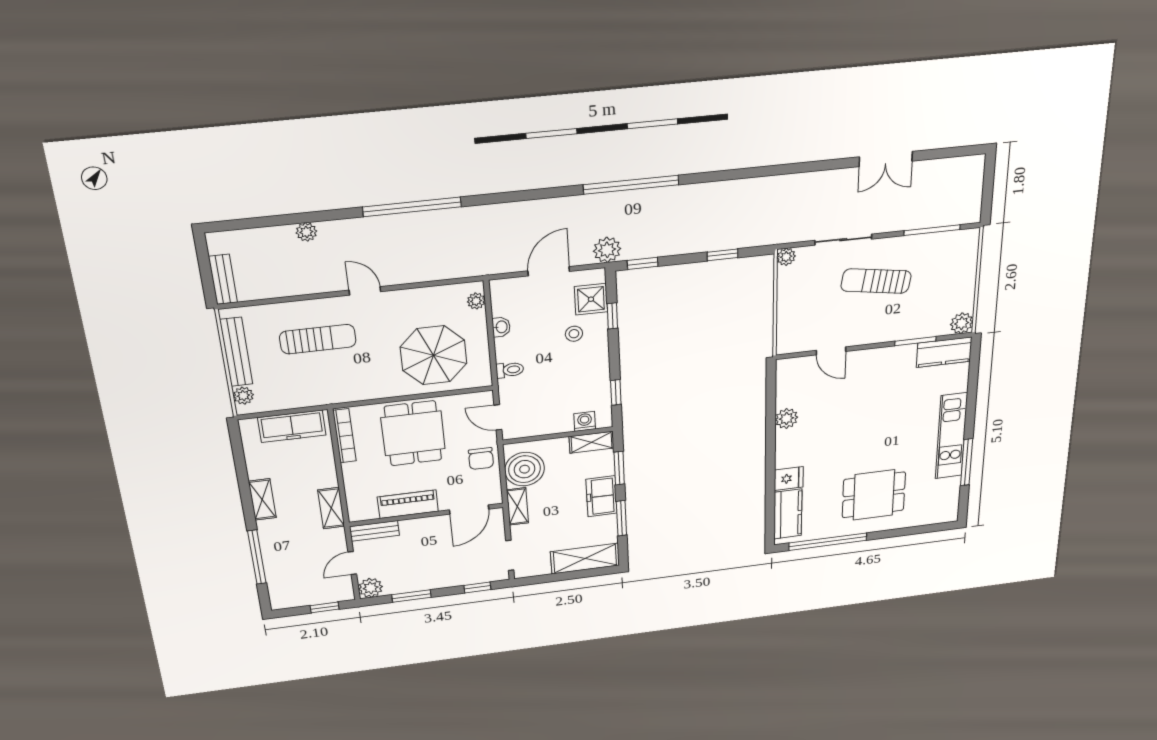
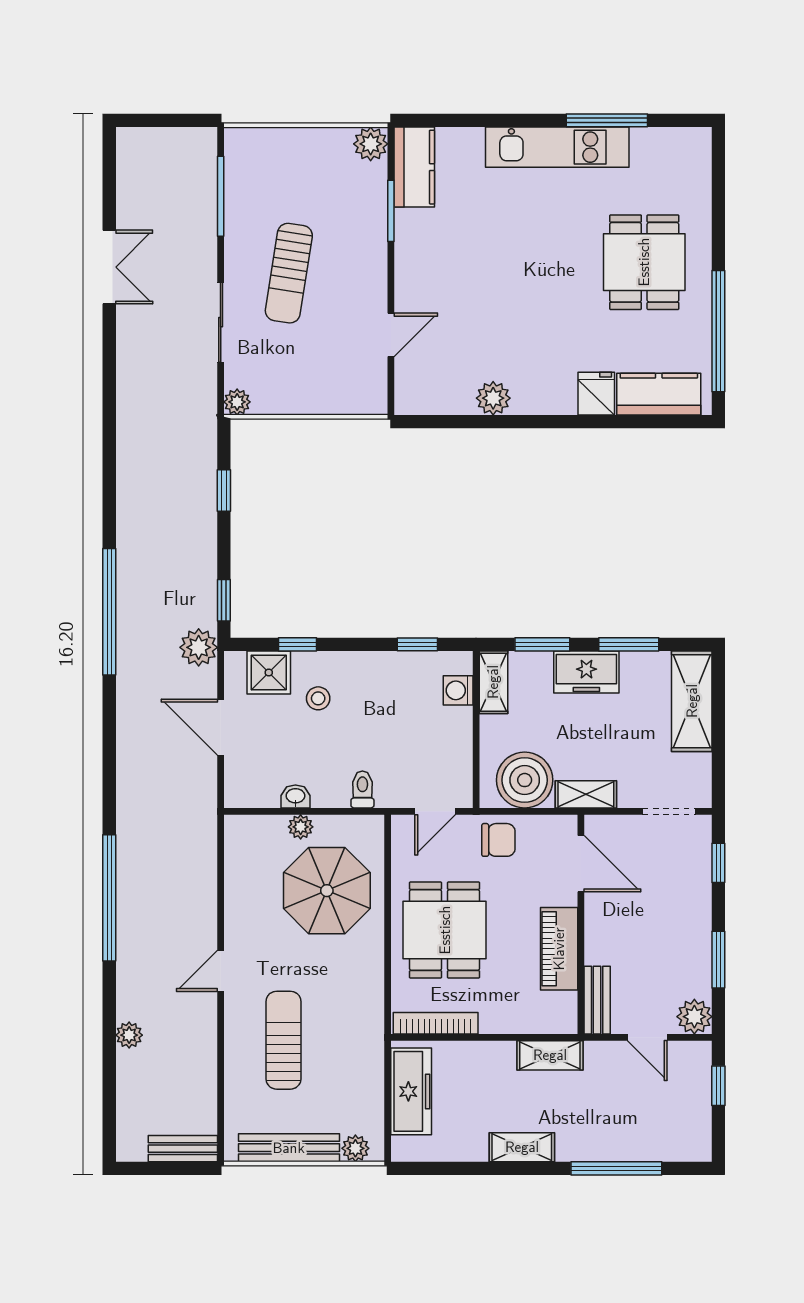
plant: (476, 301) -> (301, 827), moved
dining table: (413, 433) -> (445, 930), turned 90

